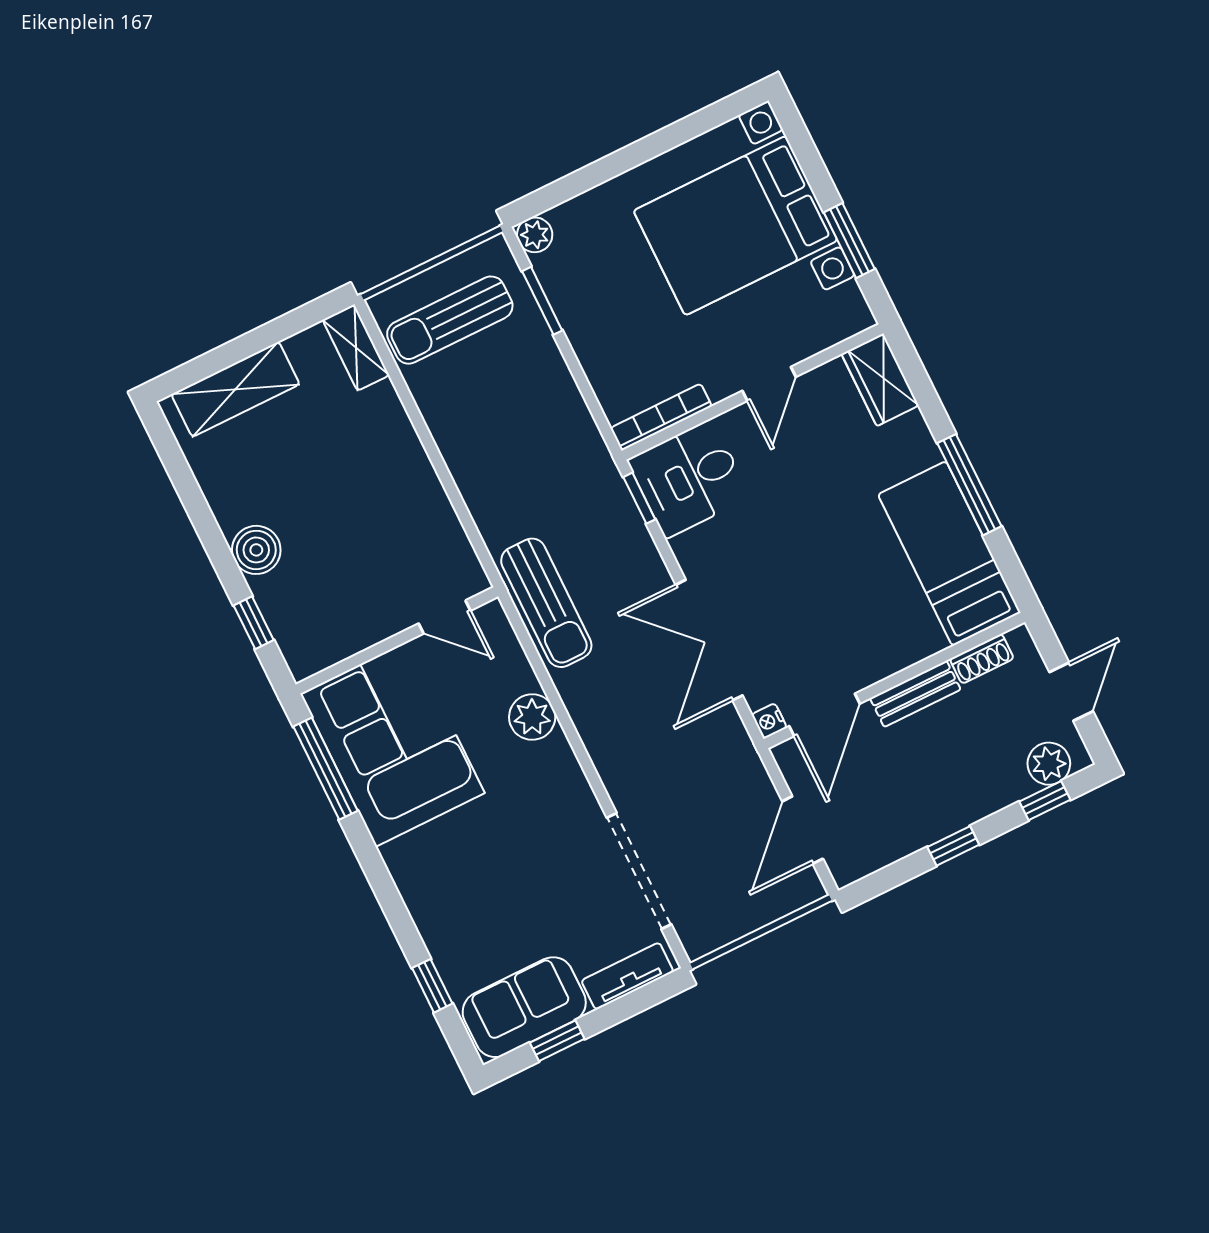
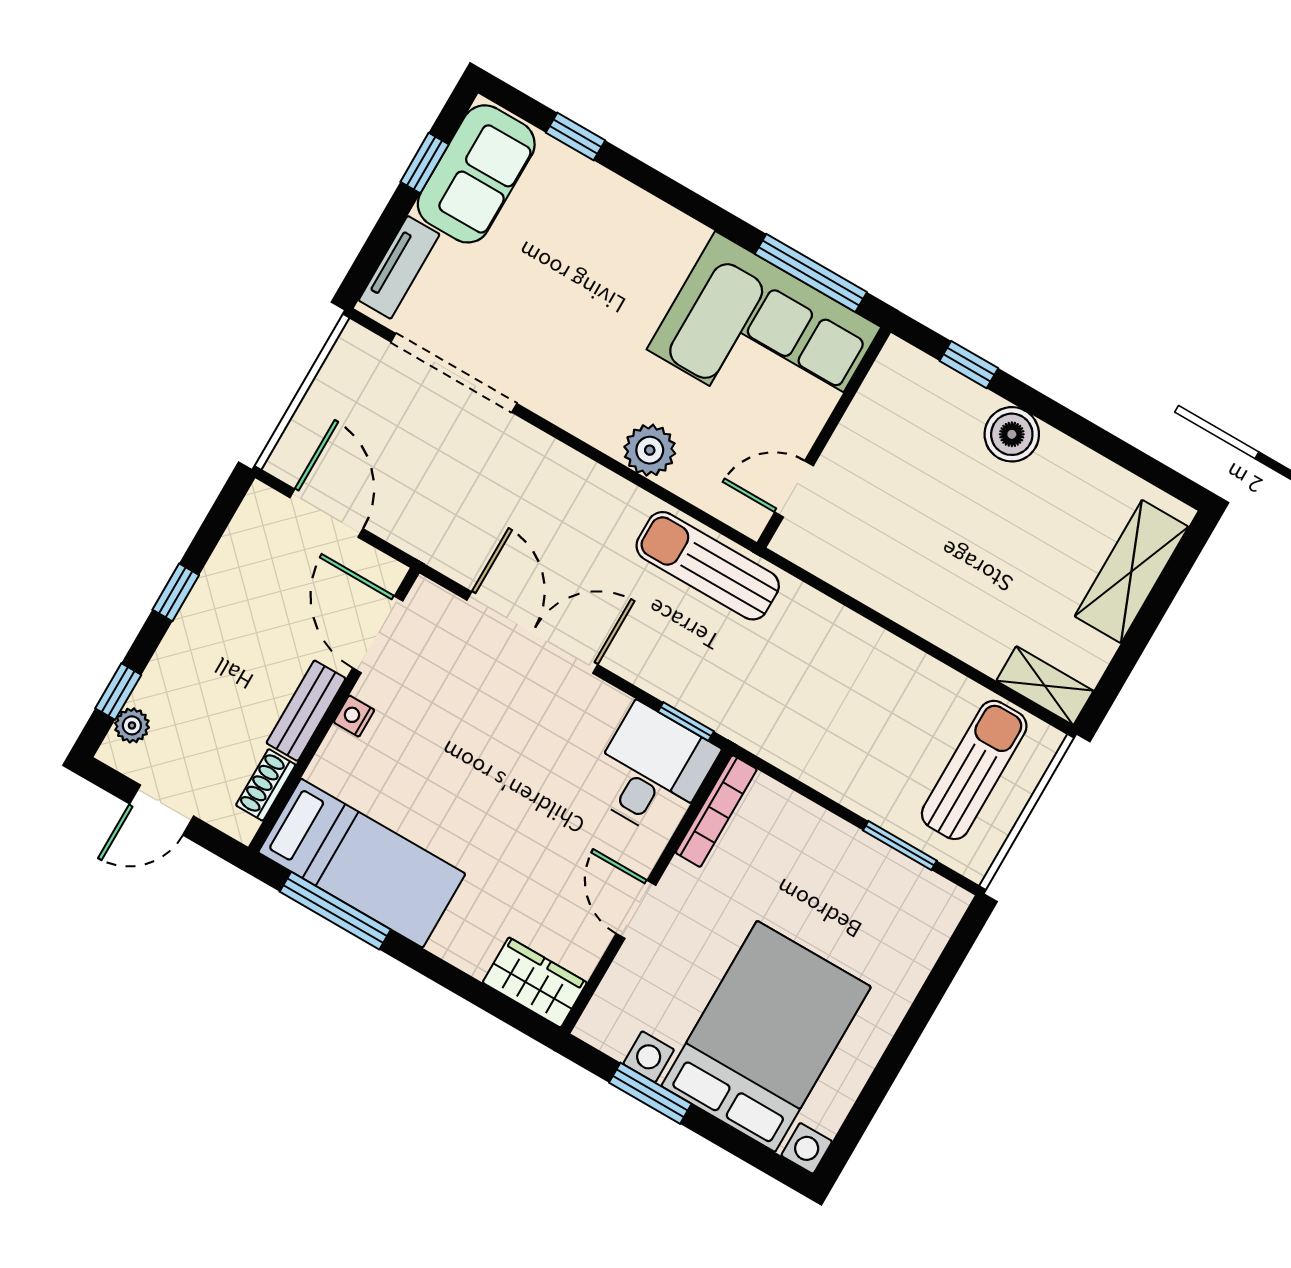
plant: (535, 235) -> (948, 903), removed
window: (969, 485) -> (335, 911), moved
door: (1071, 692) -> (162, 810), hinge flipped
nightstand: (769, 721) -> (354, 716), moved, turned -90
plant: (1049, 764) -> (132, 725), width x0.73, depth x0.73

